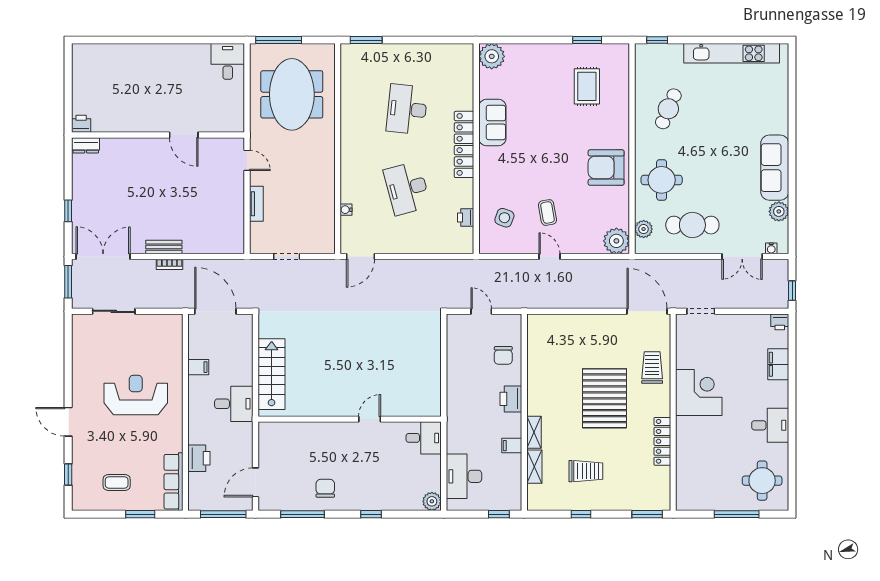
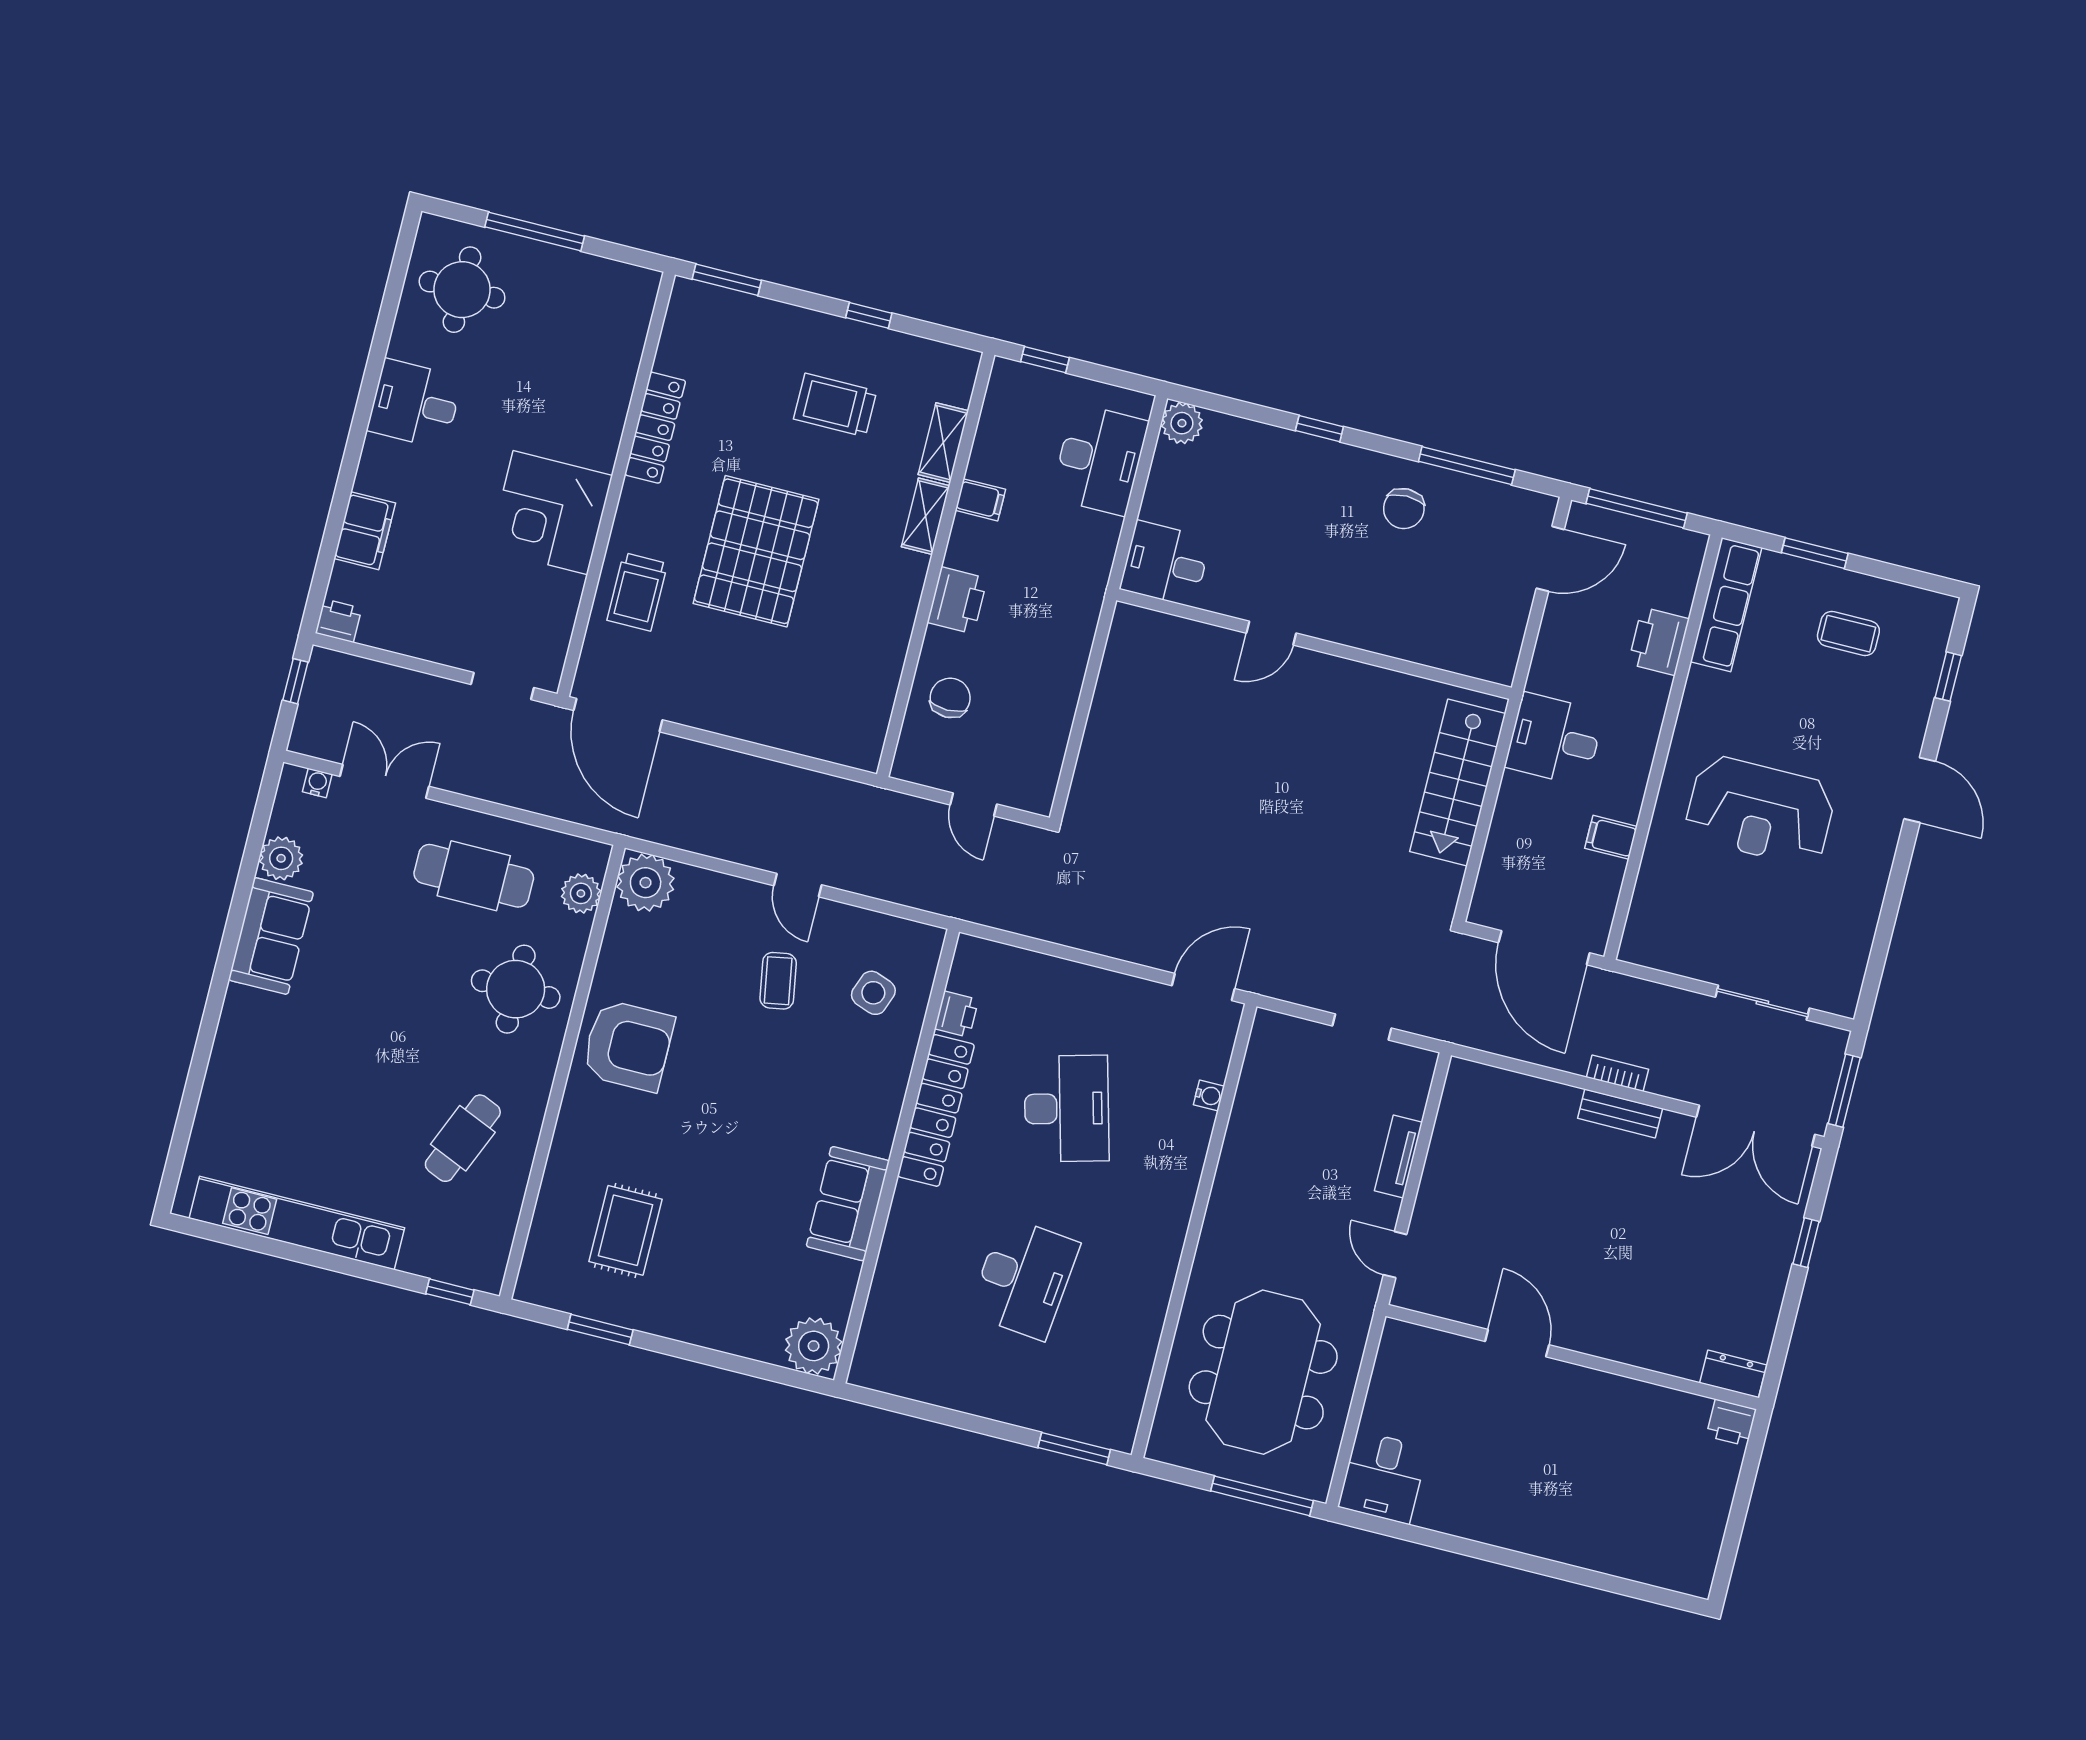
locker: (464, 144) -> (936, 1110), moved
sofa: (775, 168) -> (271, 936), width x0.73

